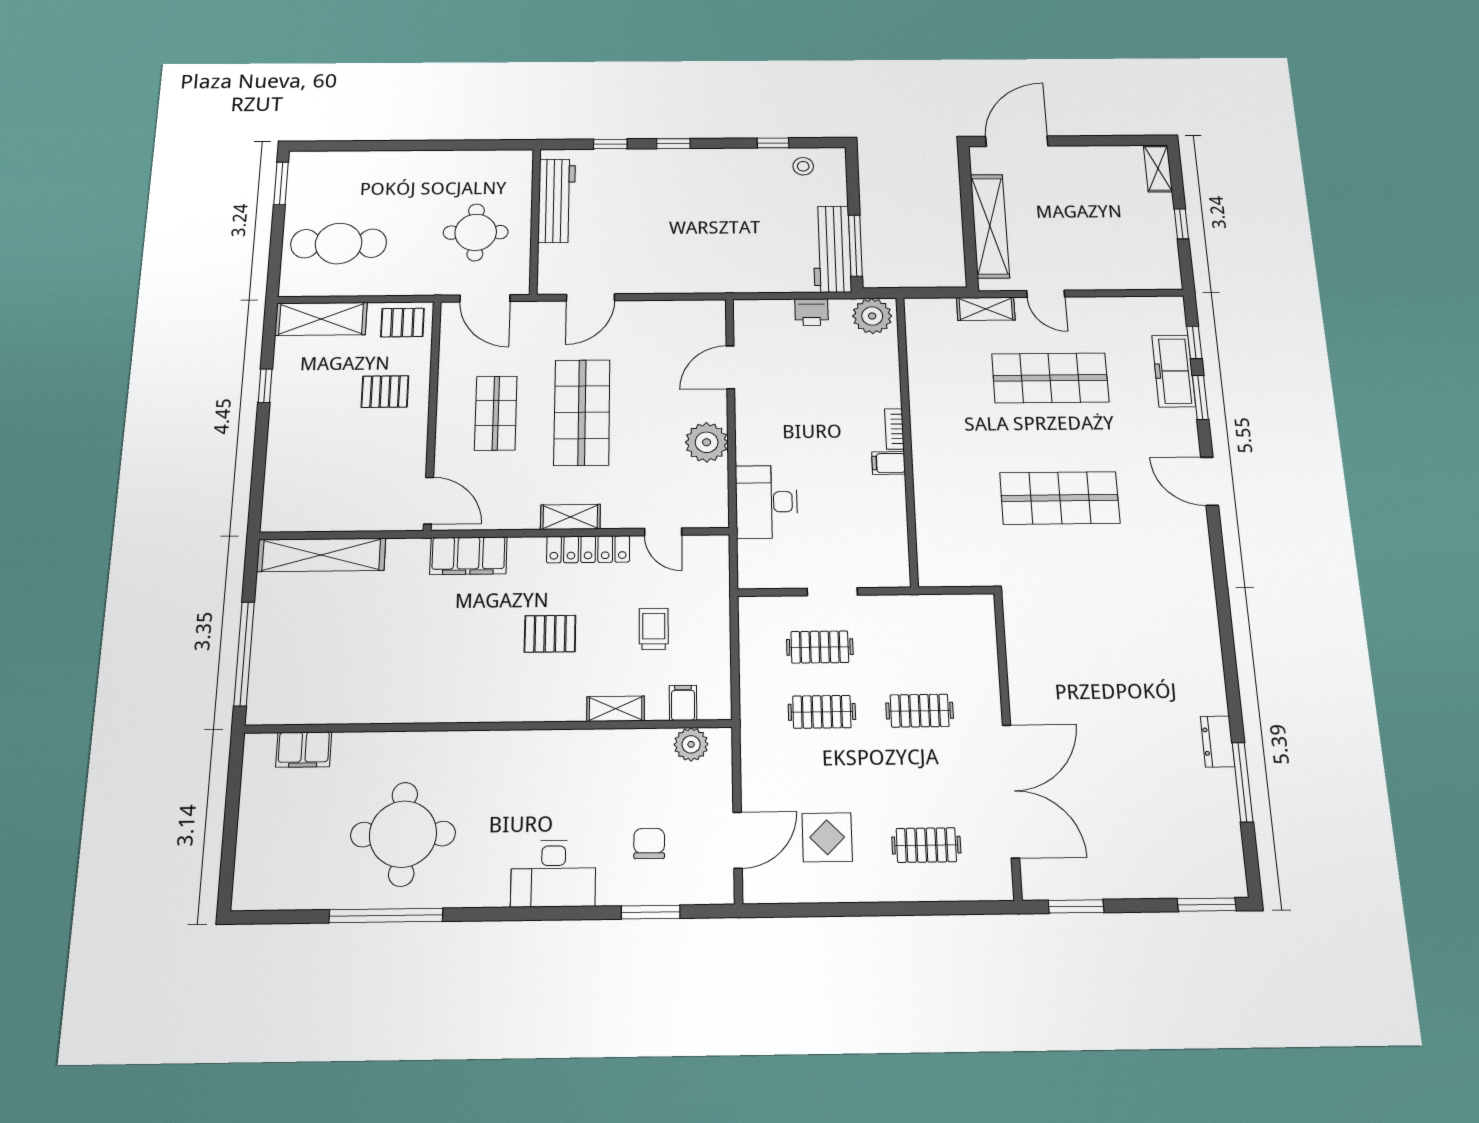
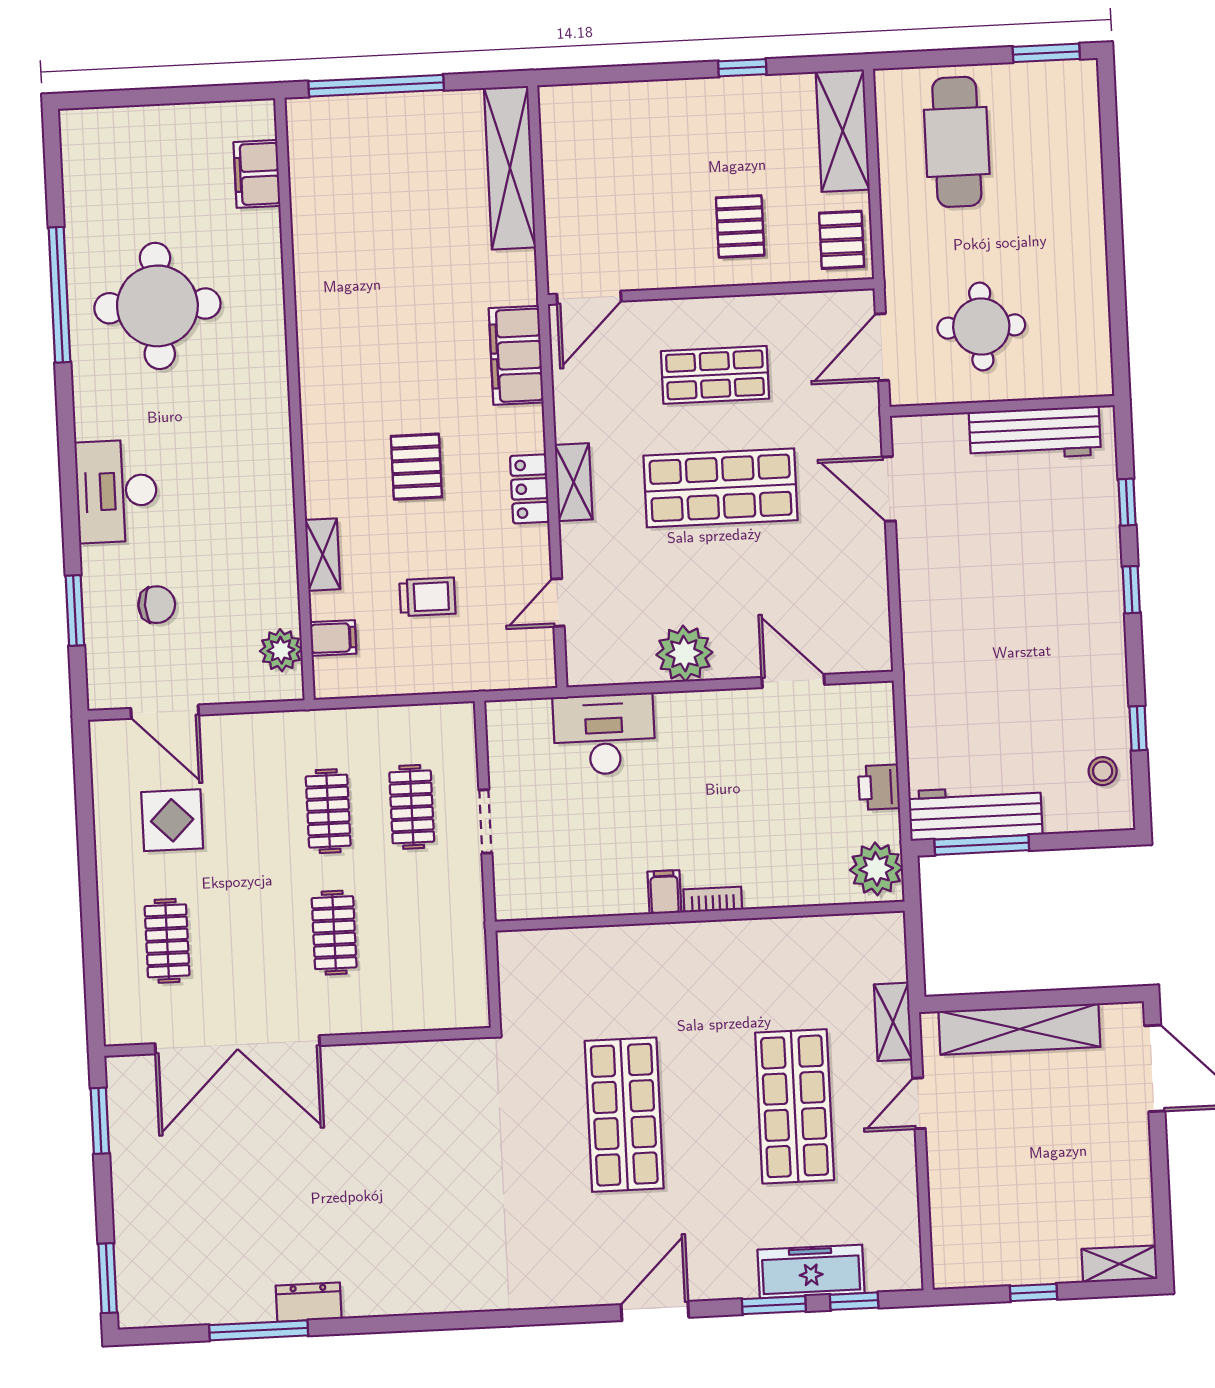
locker: (588, 549) -> (530, 489), width x0.66

